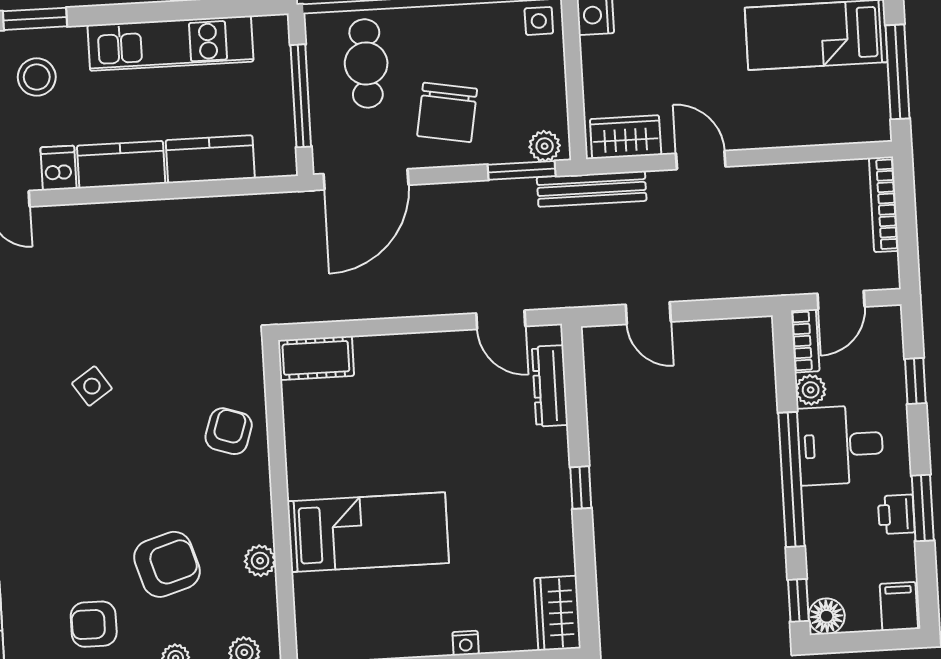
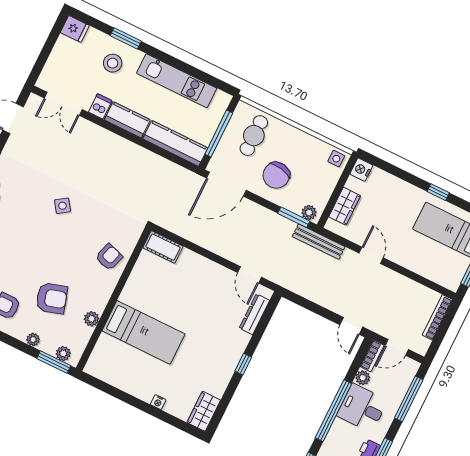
wardrobe: (626, 137) -> (345, 206), moved, turned 90
kitchen counter: (210, 159) -> (175, 143), width x1.50
door: (648, 313) -> (351, 326), moved
window: (915, 381) -> (409, 399), width x2.17

